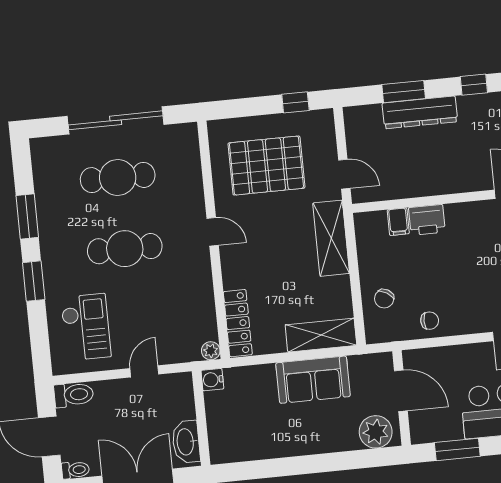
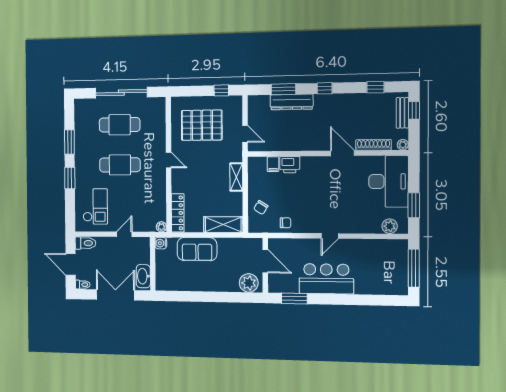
shelving: (331, 238) -> (236, 177), width x0.67, depth x0.75
sofa: (313, 380) -> (197, 249), moved

